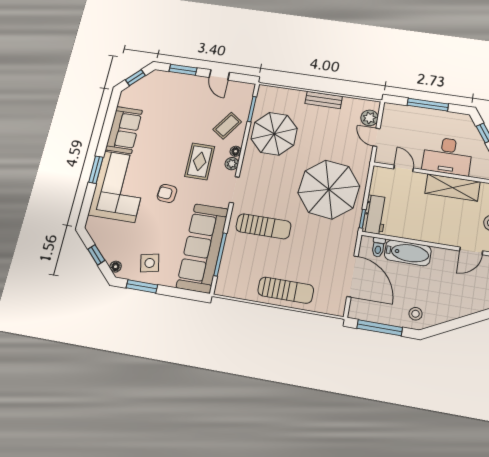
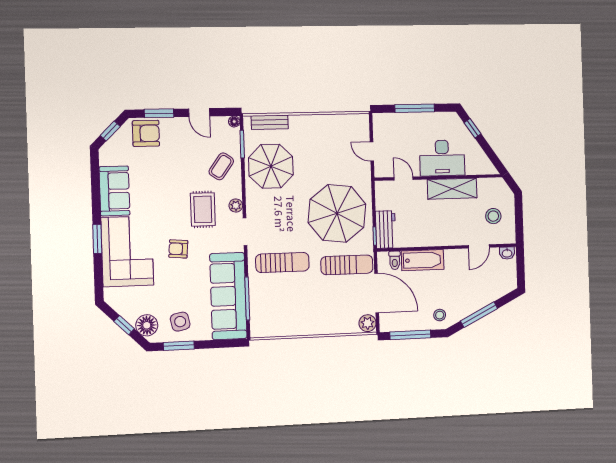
armchair: (166, 85) -> (146, 133), added
bench: (324, 100) -> (270, 122), moved
plant: (369, 118) -> (368, 323), moved
floor lamp: (236, 151) -> (234, 122), moved
floor lamp: (116, 267) -> (147, 325), width x1.89, depth x1.89
sun lounger: (286, 290) -> (347, 265), moved
window: (459, 323) -> (479, 315), added

